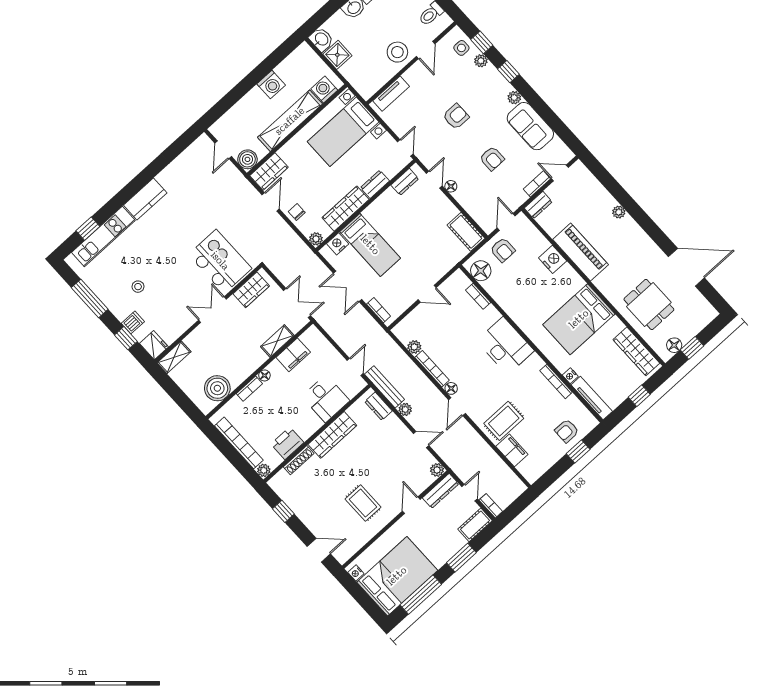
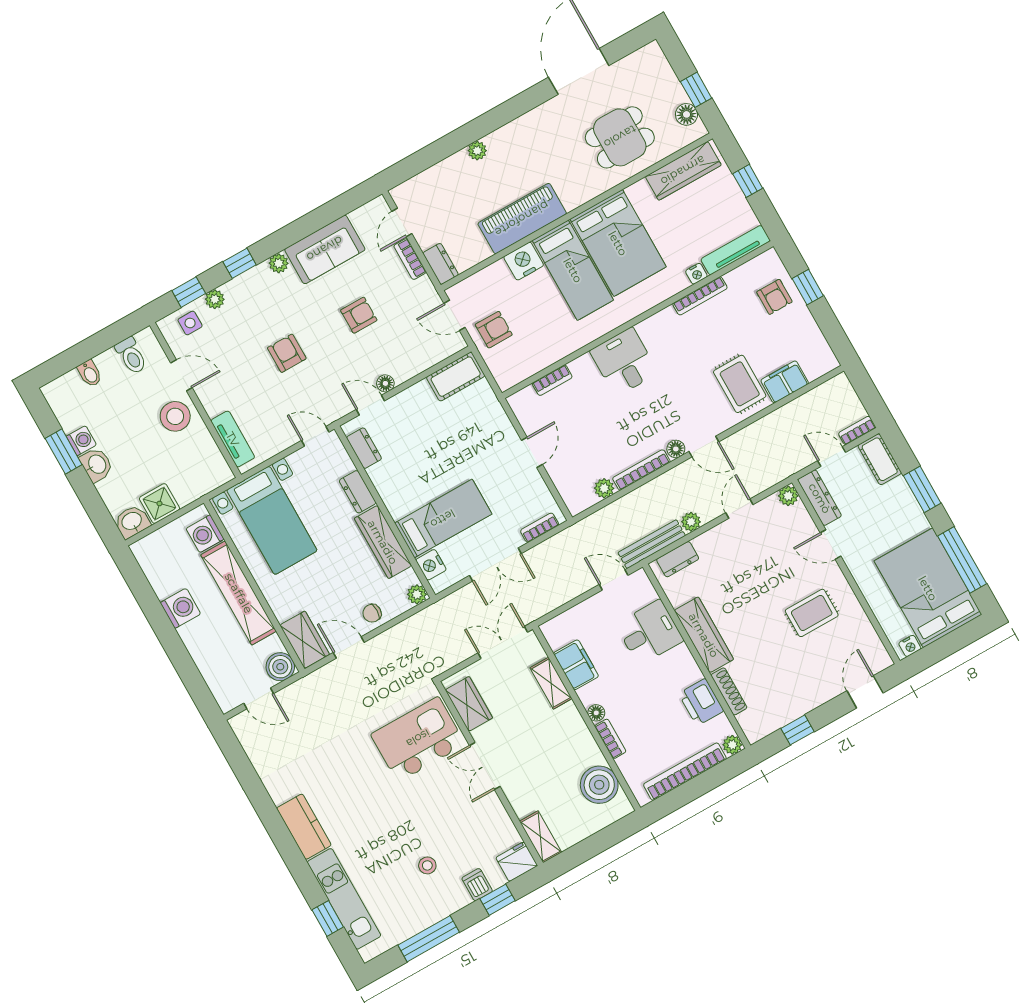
floor lamp: (481, 271) -> (516, 368), removed
bed: (554, 293) -> (573, 270), added
desk: (505, 346) -> (624, 362), width x0.73

